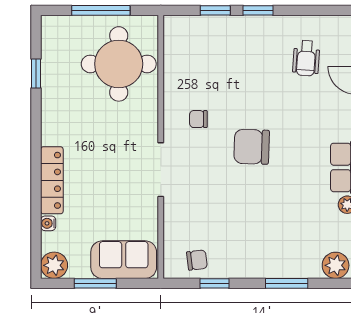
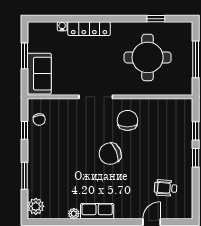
round table: (119, 64) -> (148, 57), moved
chair: (198, 119) -> (127, 120), width x1.87, depth x1.87
chair: (252, 147) -> (110, 154), turned -114
plant: (54, 265) -> (36, 30), removed

